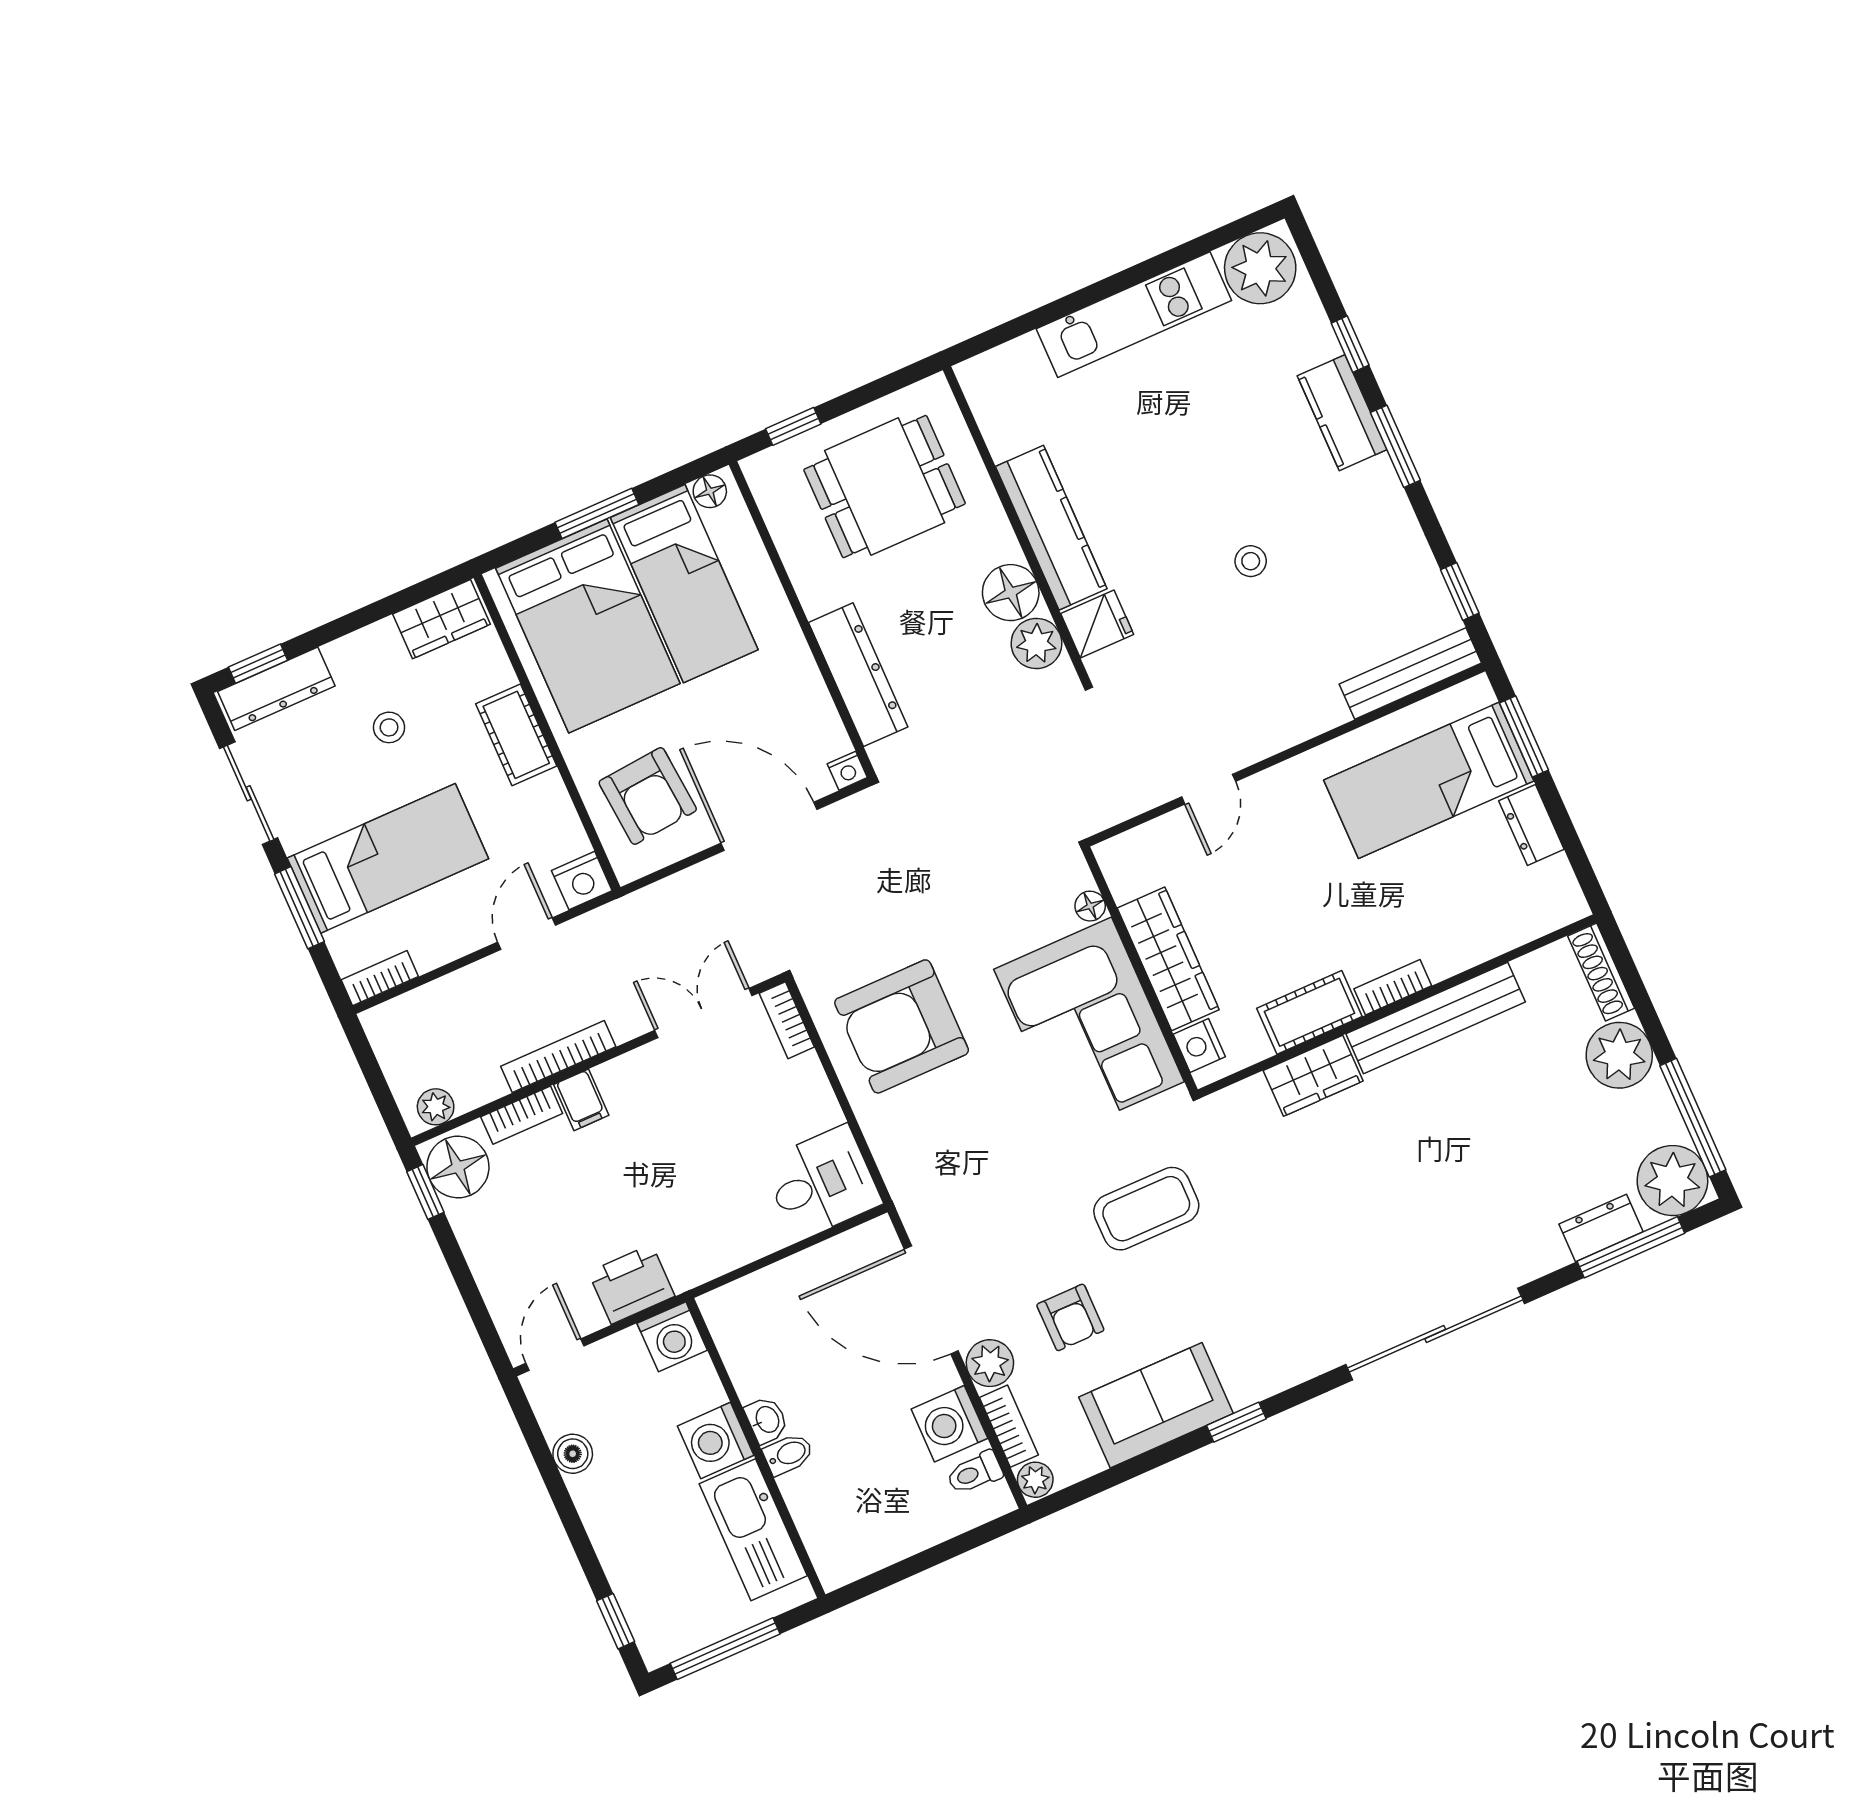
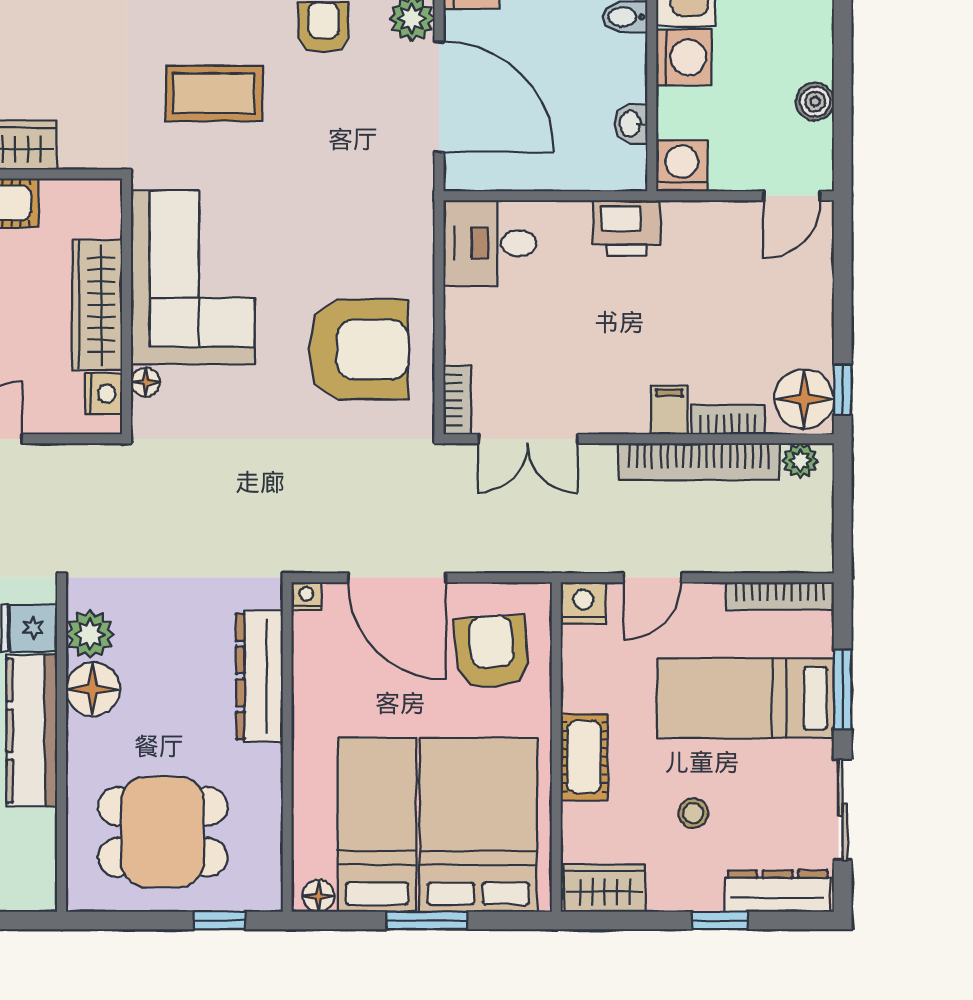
window: (258, 664) -> (720, 921), moved
bookcase: (380, 978) -> (780, 596), width x1.56
nightstand: (1199, 1046) -> (104, 394), moved
bookcase: (558, 1057) -> (699, 461), width x1.48, depth x1.31
printer: (632, 1284) -> (627, 228), moved
washbasin: (767, 1420) -> (631, 124), moved

